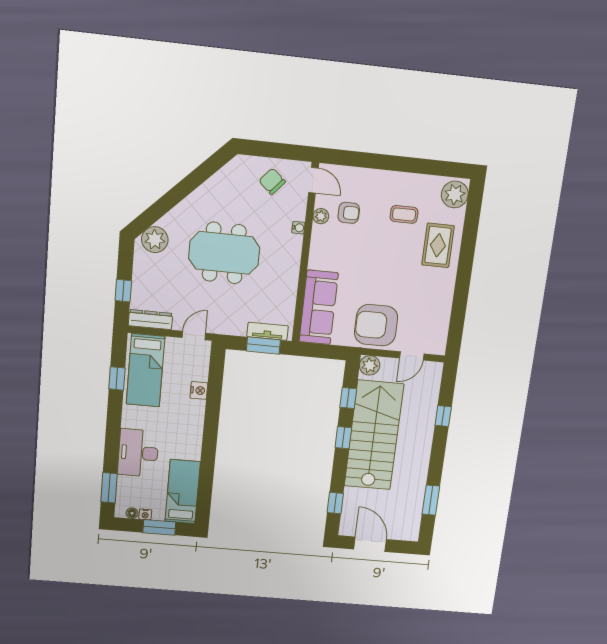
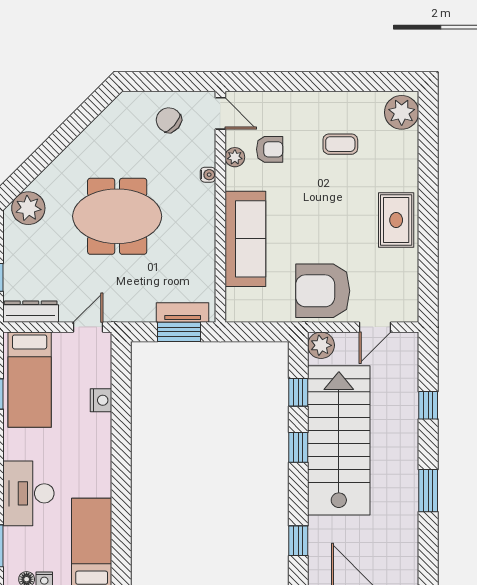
rug: (438, 245) -> (396, 220), moved
sofa: (319, 307) -> (245, 239), moved
window: (431, 500) -> (428, 491), moved

